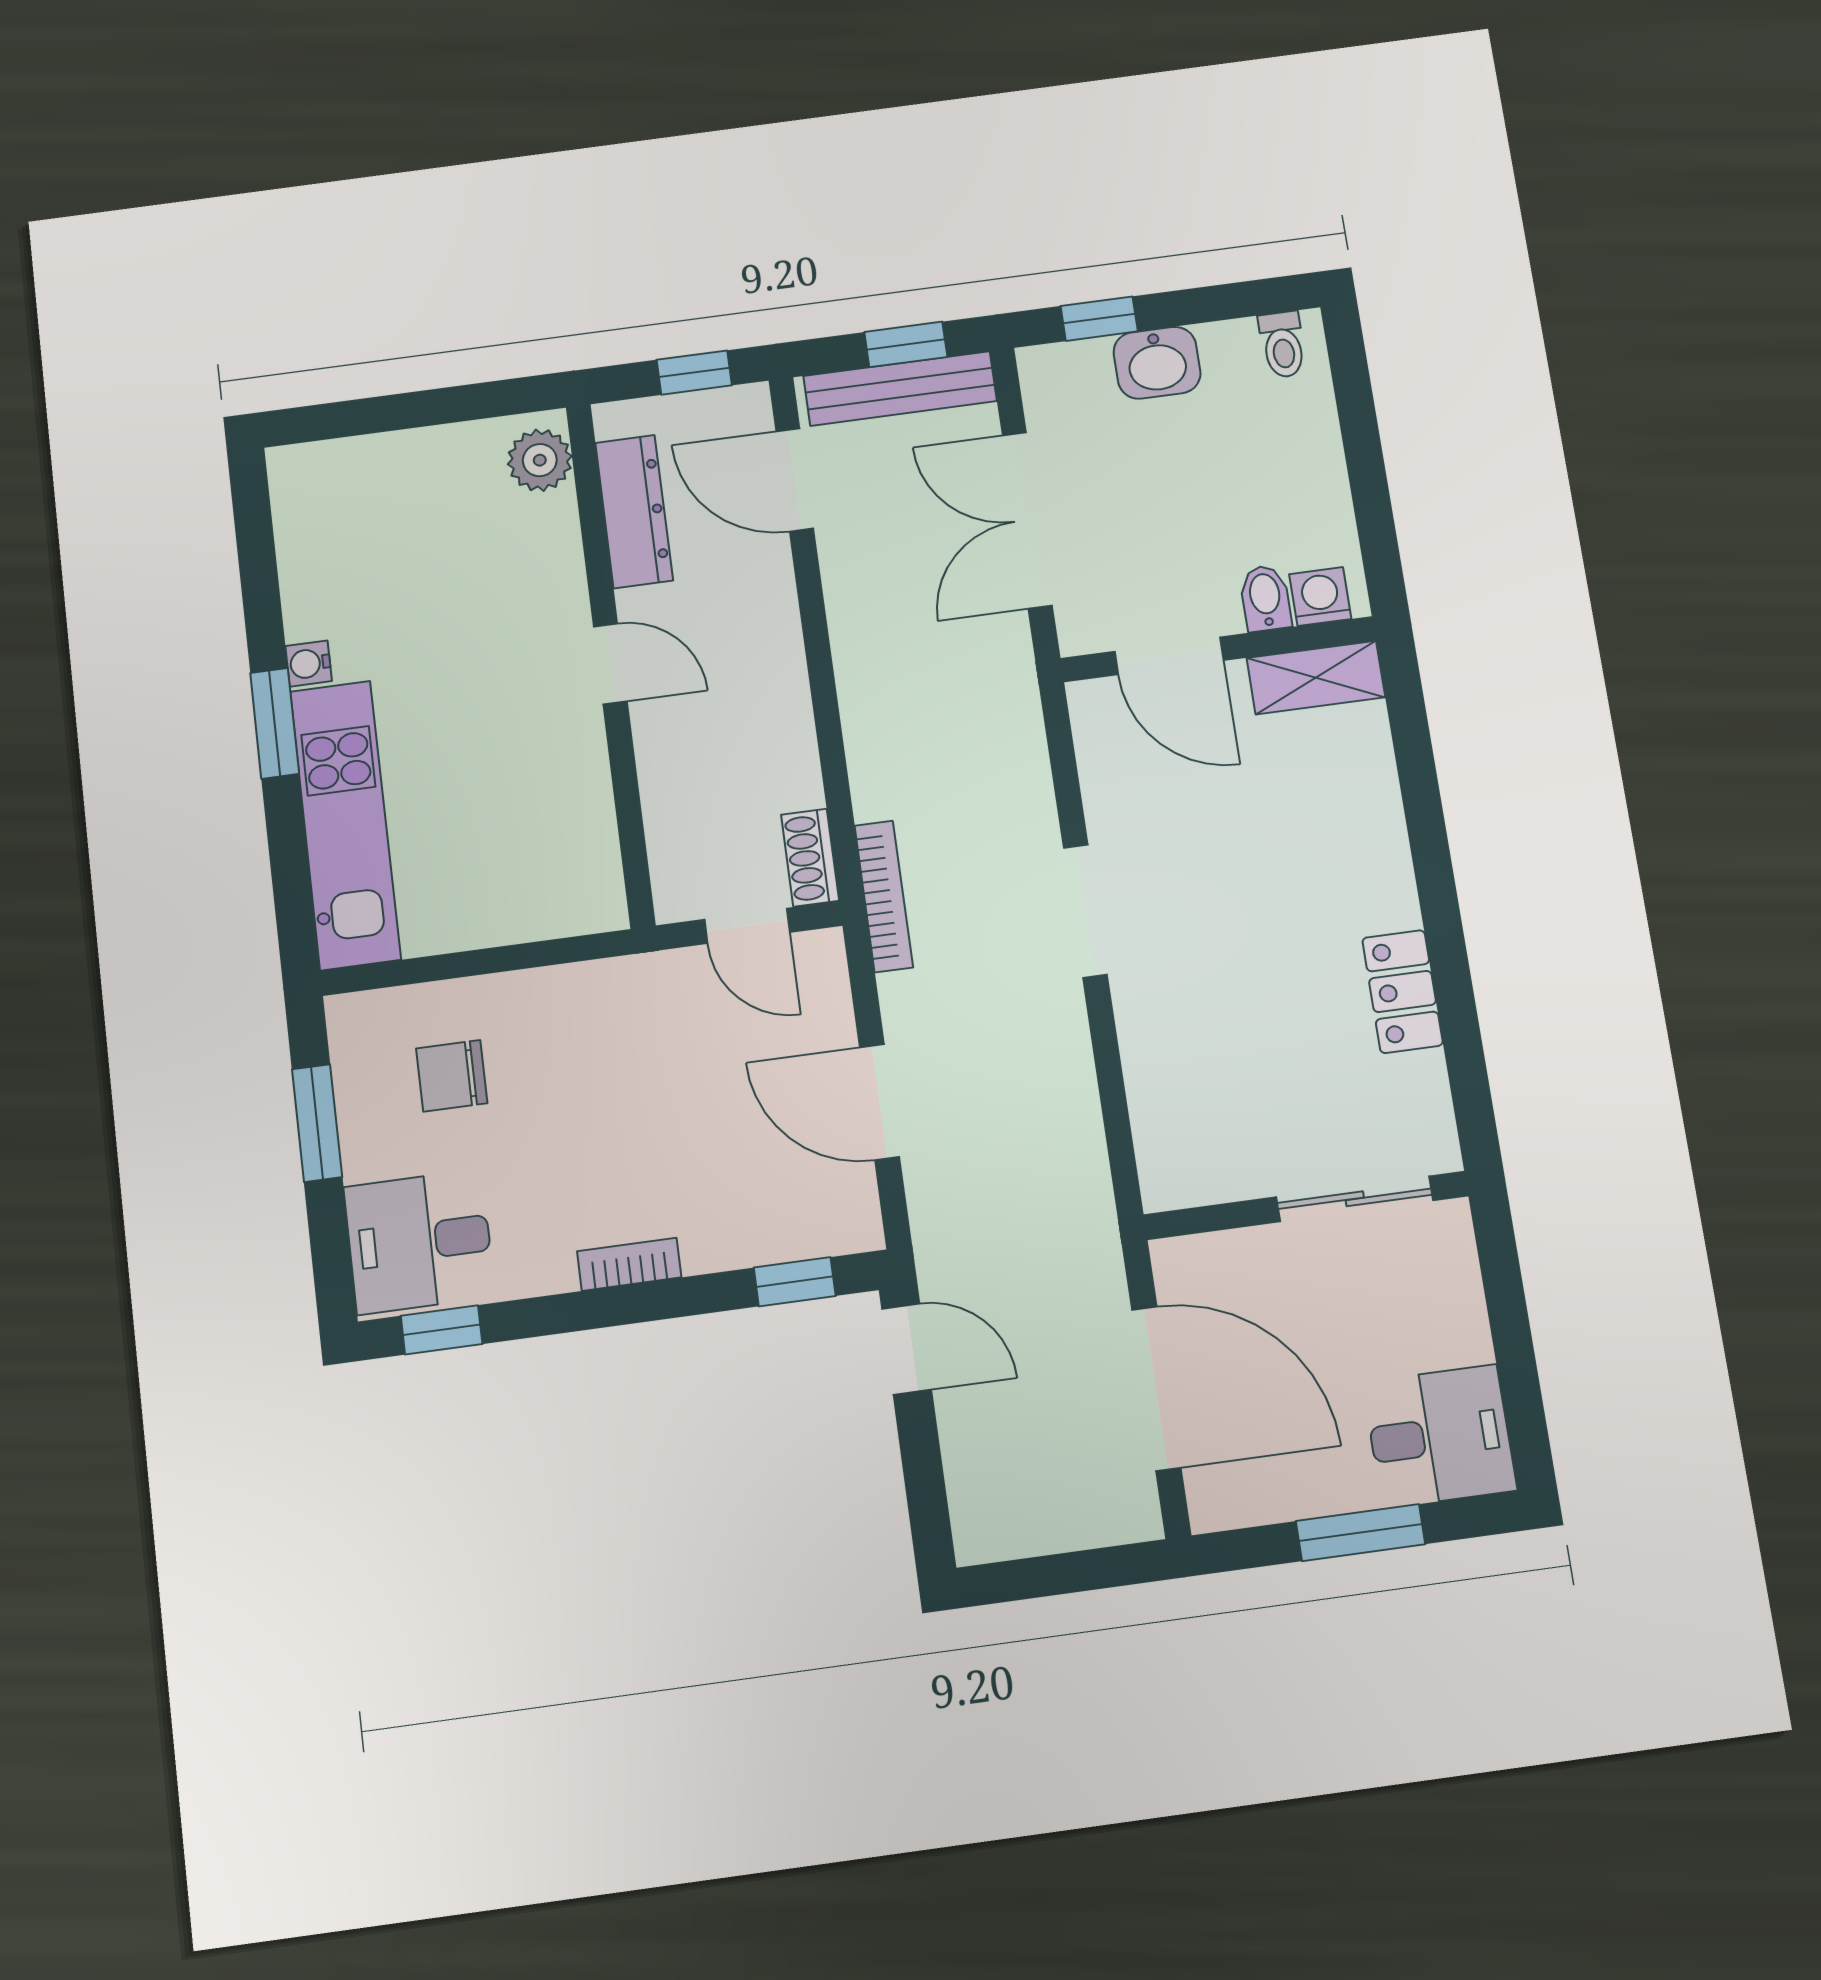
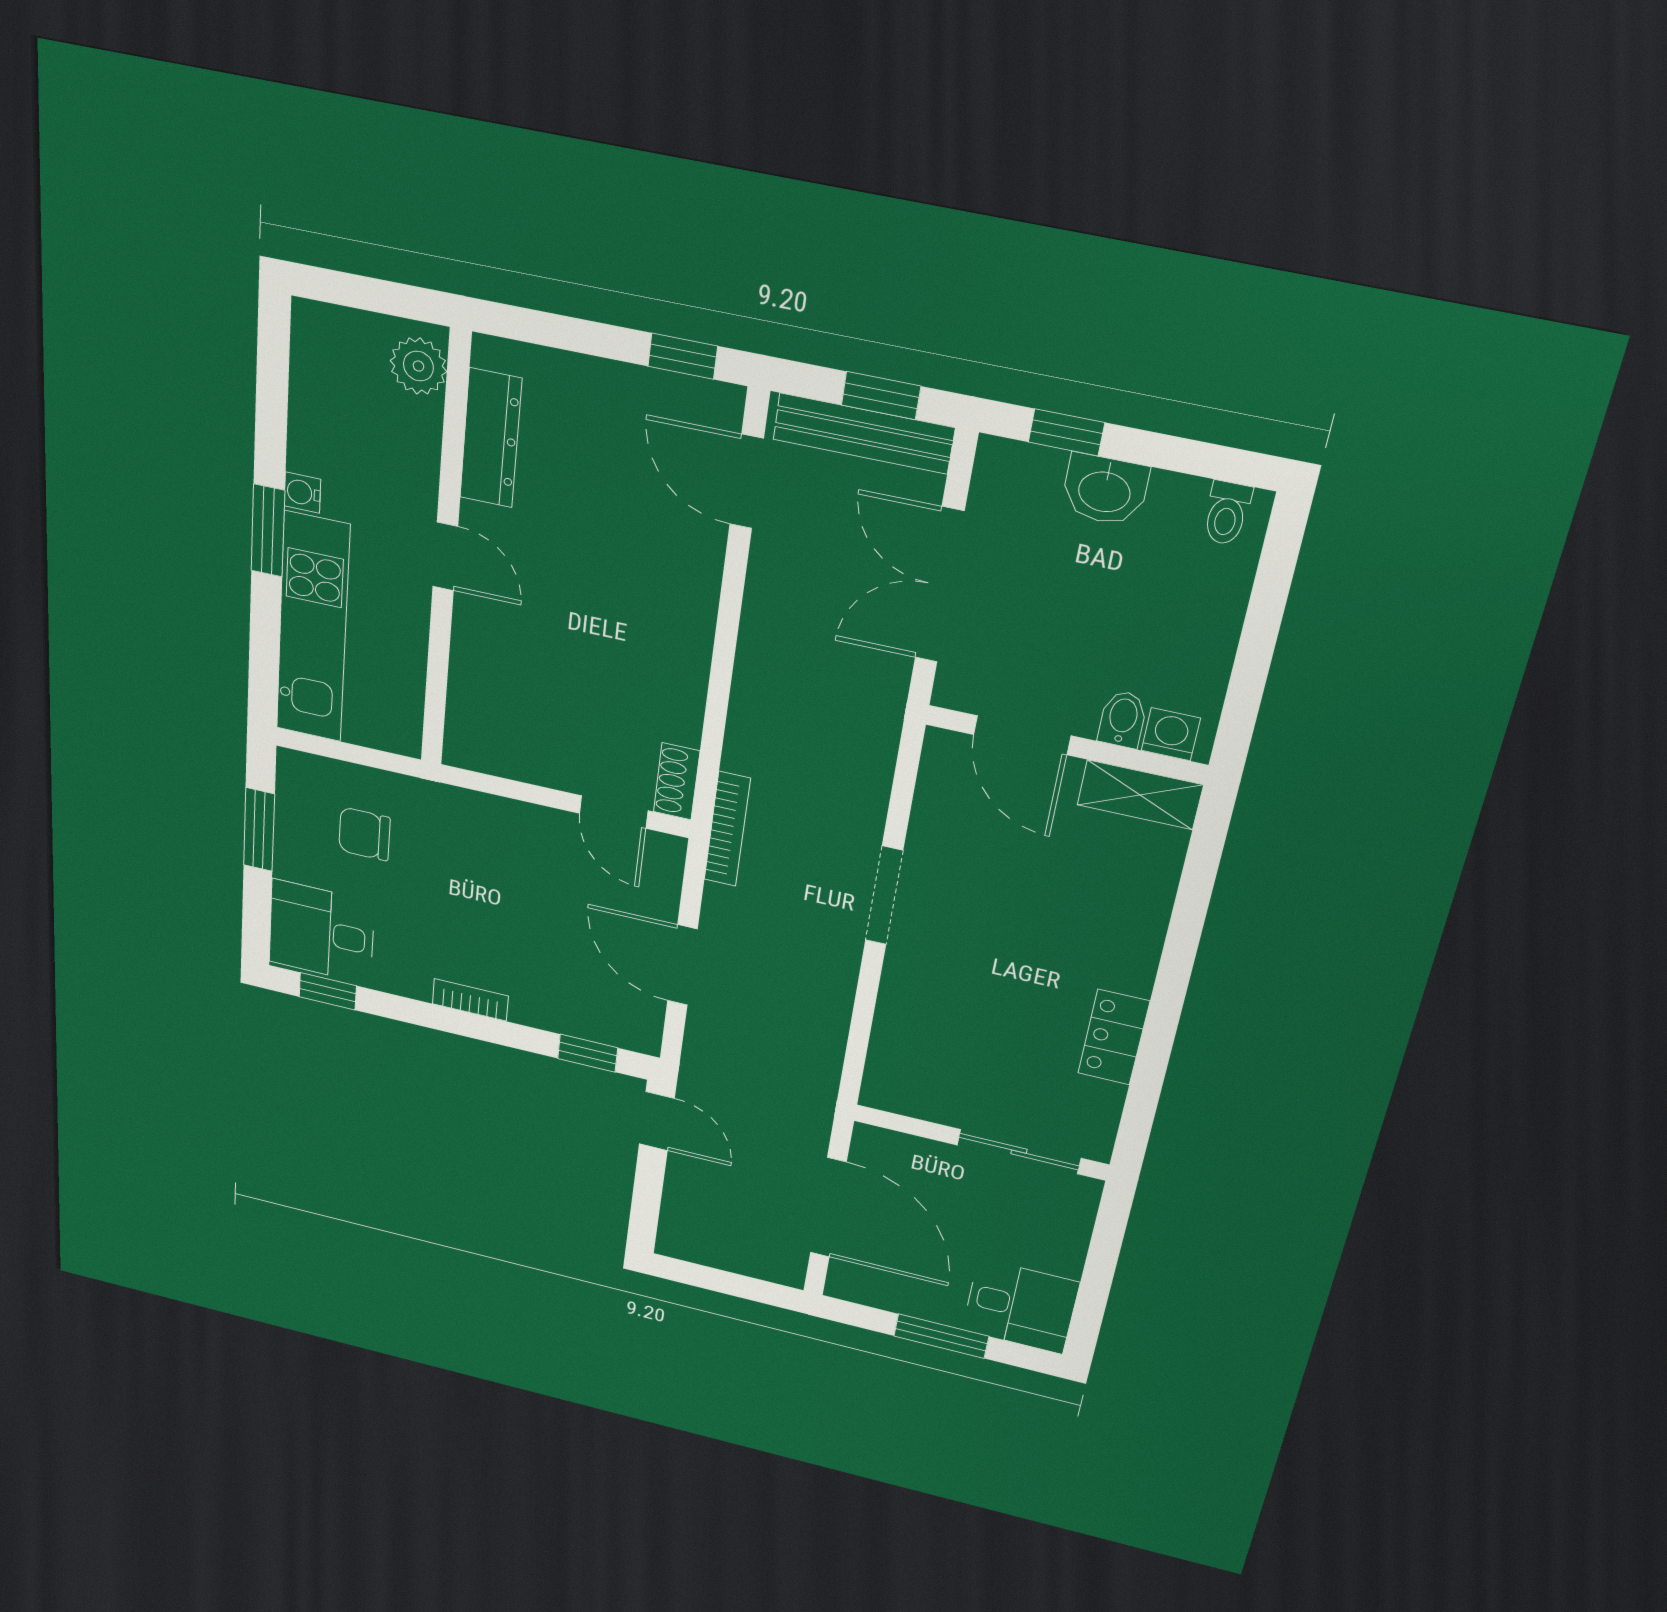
plant: (540, 460) -> (418, 366), moved
dresser: (634, 511) -> (491, 438), moved
wall: (610, 663) -> (445, 556), moved
door: (610, 664) -> (445, 557), moved

